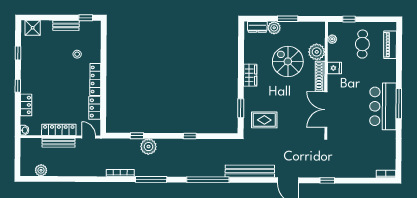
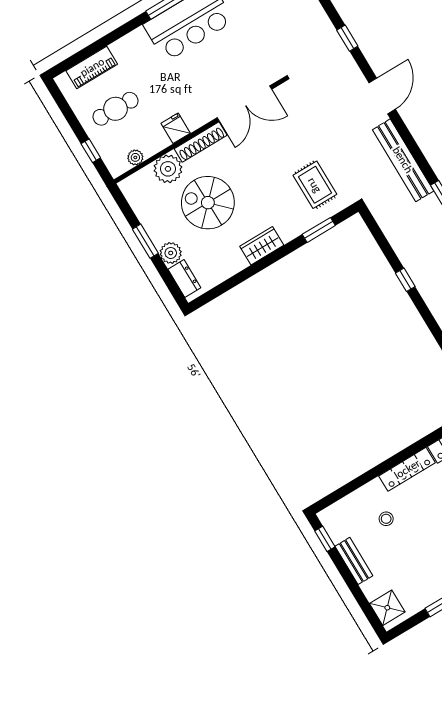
spiral stairs: (288, 61) -> (208, 203), turned 90

